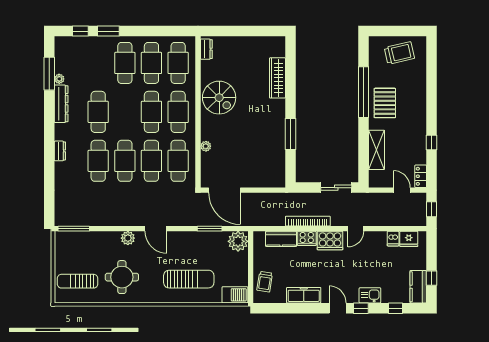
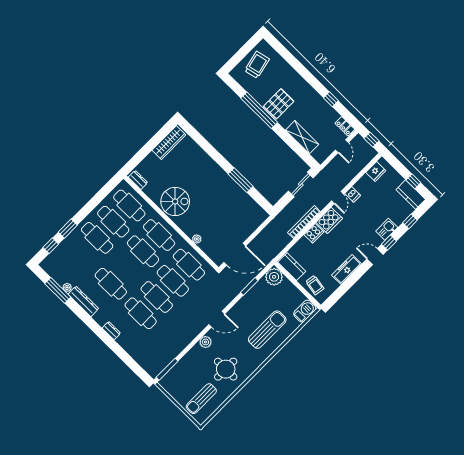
wardrobe: (277, 78) -> (169, 143), moved, turned -90
pallet: (385, 103) -> (279, 104), turned 90
door: (402, 190) -> (342, 146), swing flipped
kitchen counter: (281, 239) -> (292, 267), moved, turned -90
dishwasher: (393, 239) -> (353, 194), moved

